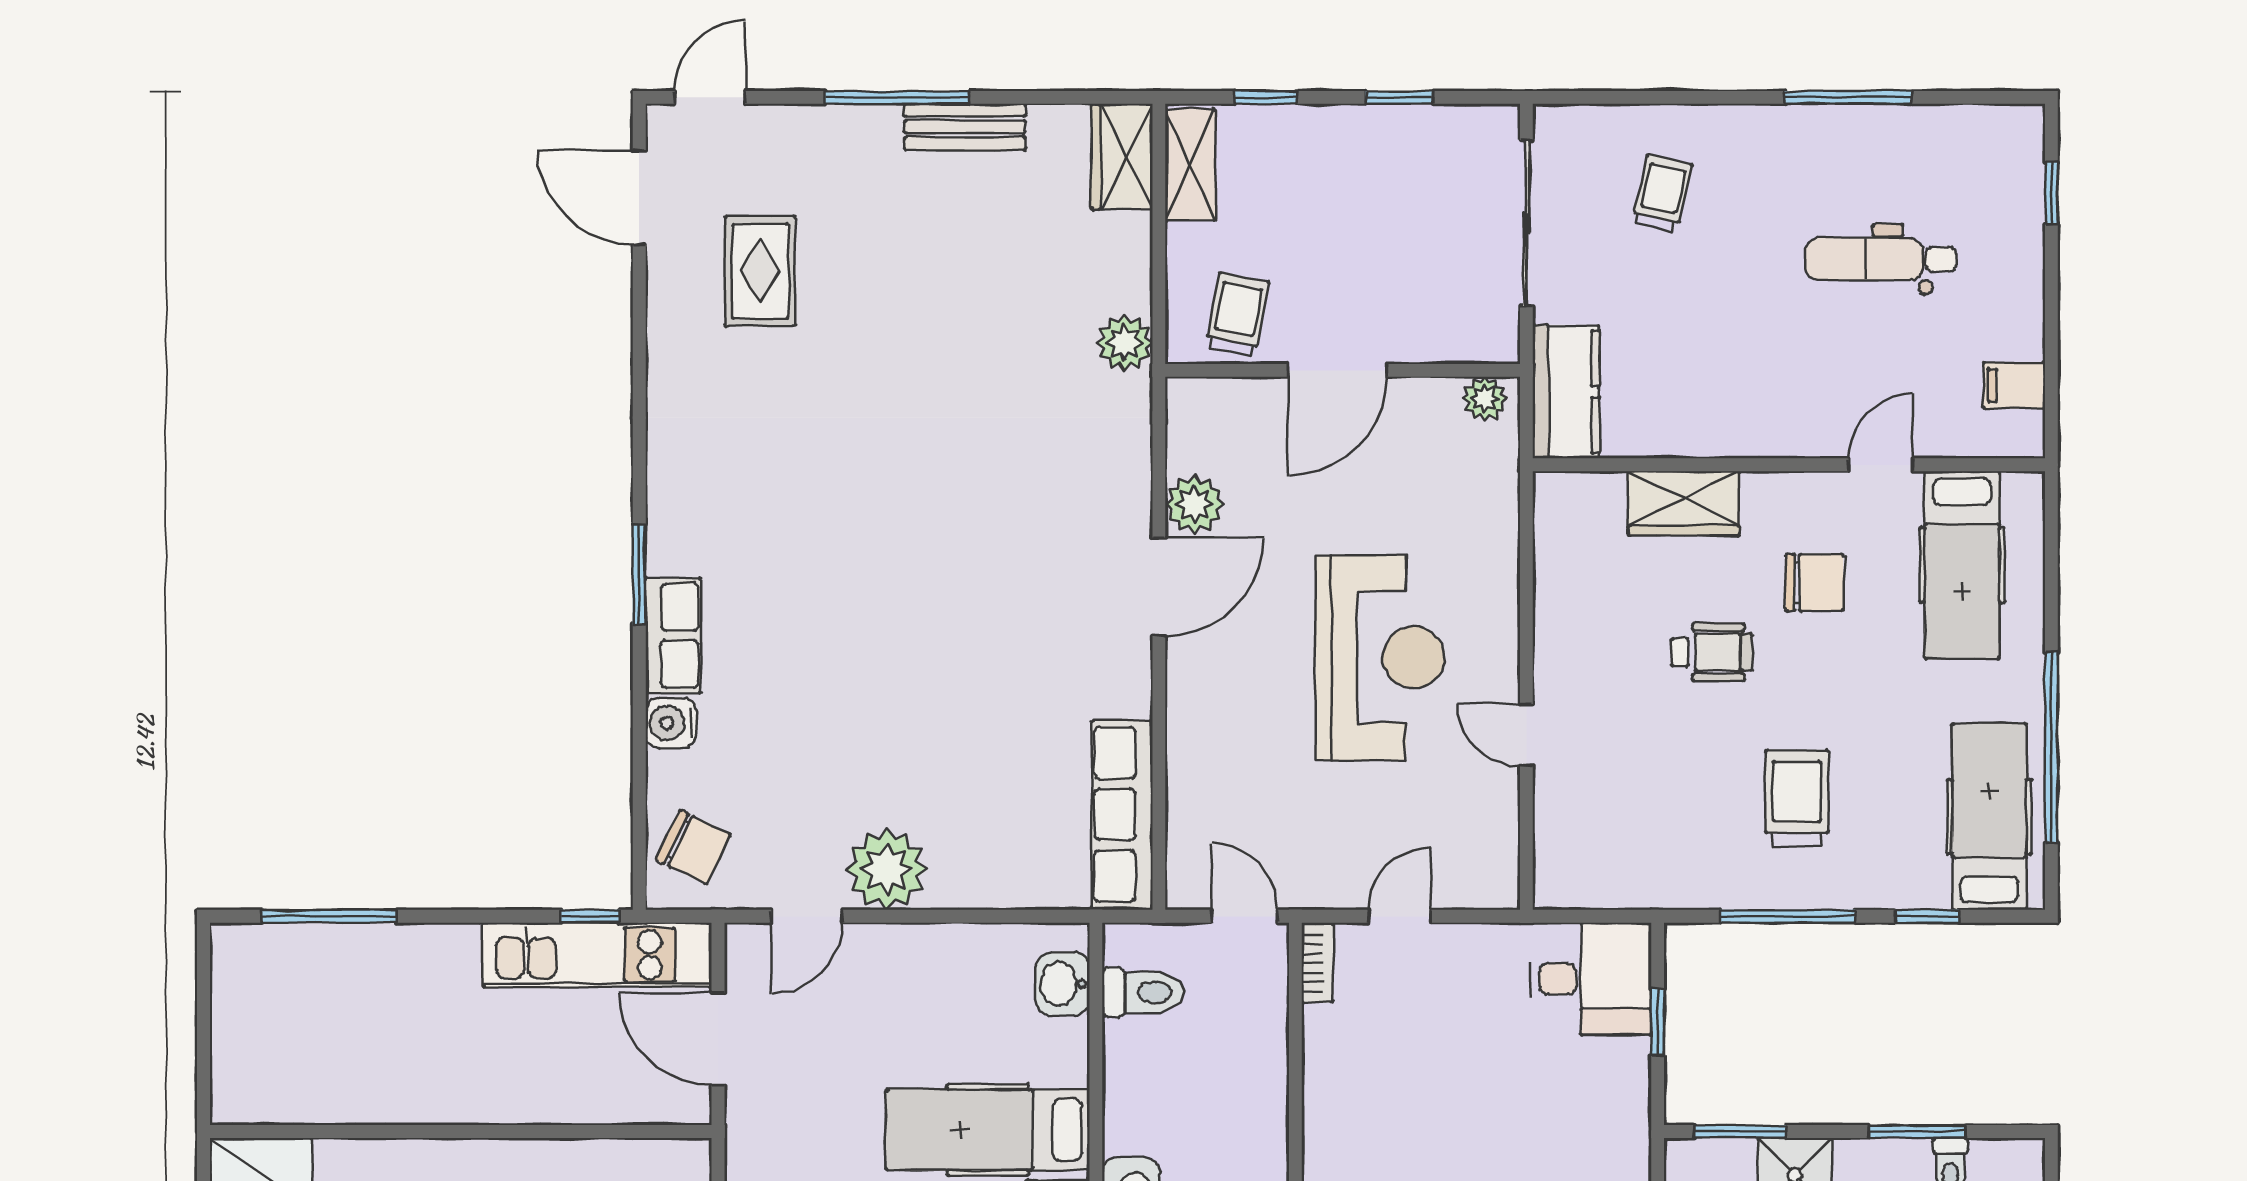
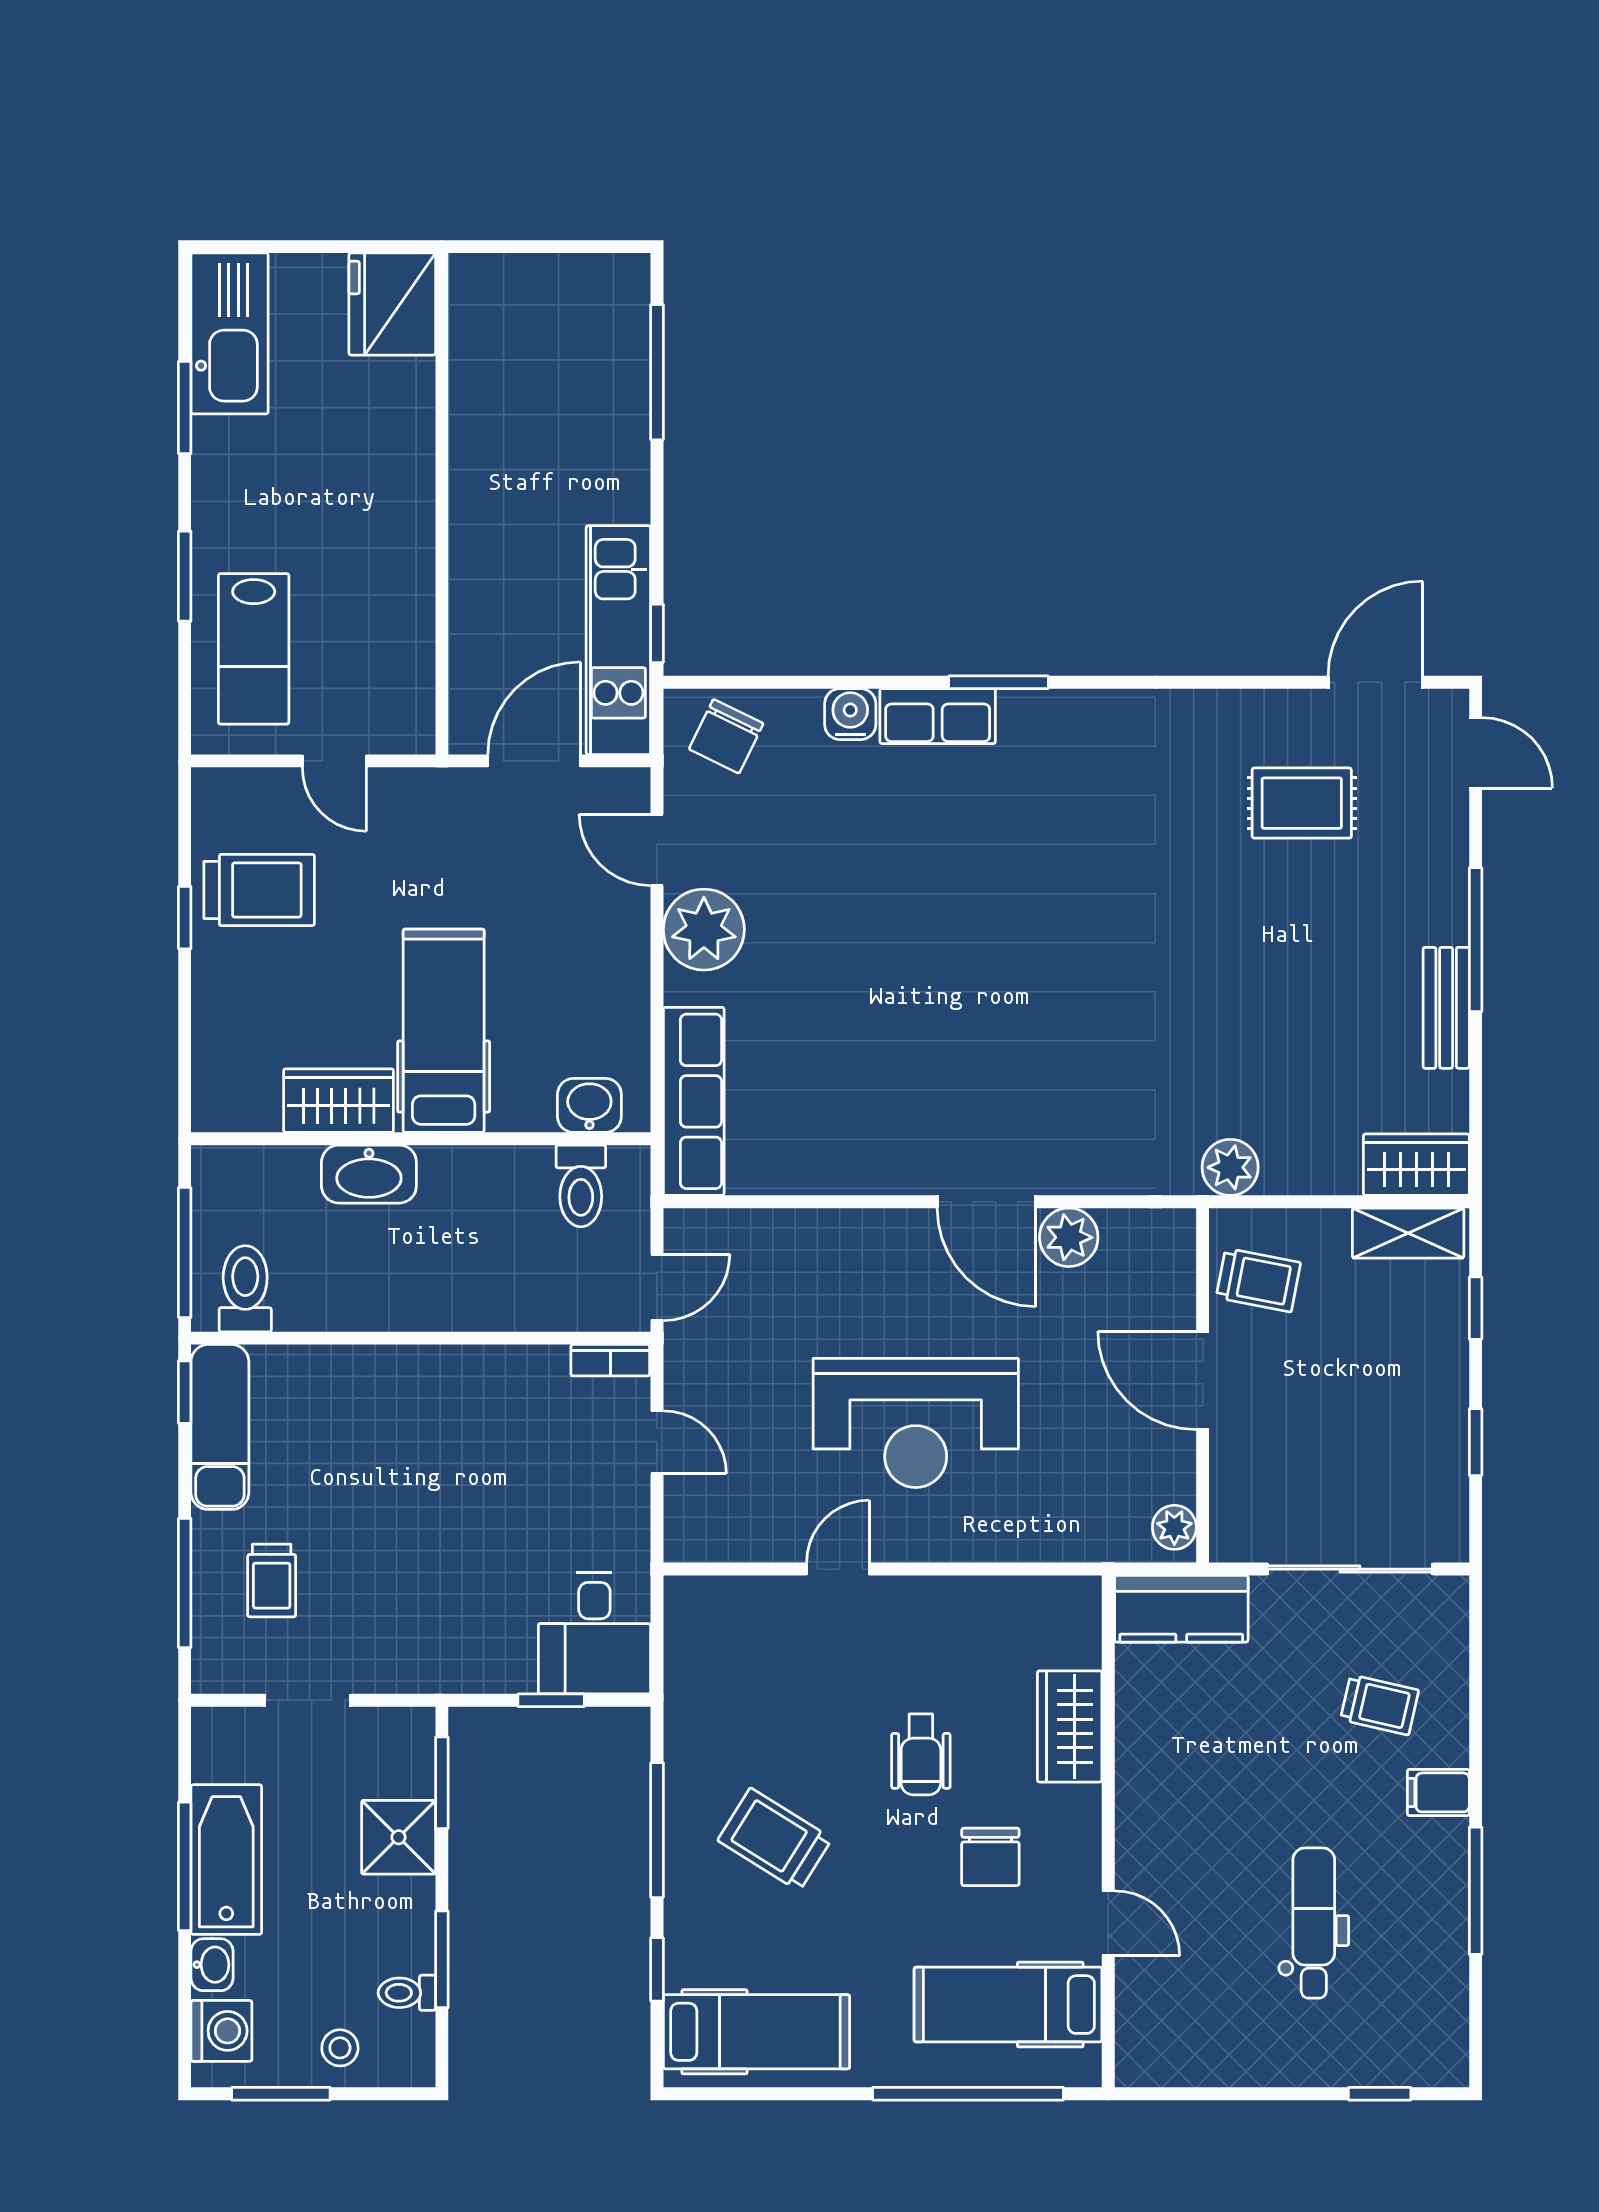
filing cabinet: (2014, 385) -> (1438, 1792), moved, turned -90
window: (2051, 747) -> (968, 2094), moved
trolley: (1797, 798) -> (775, 1840), turned -148
row of seats: (1122, 814) -> (694, 1101), moved, turned 90

